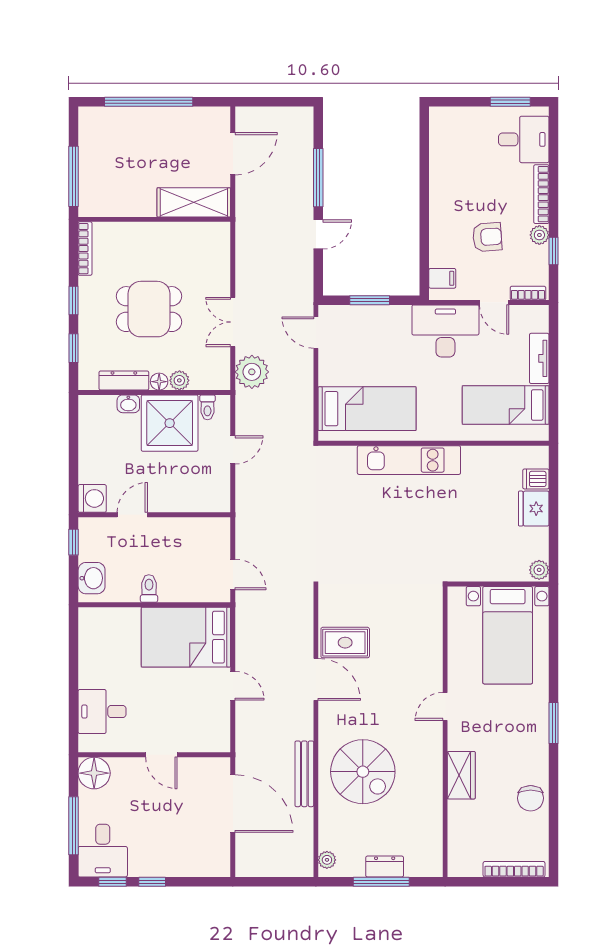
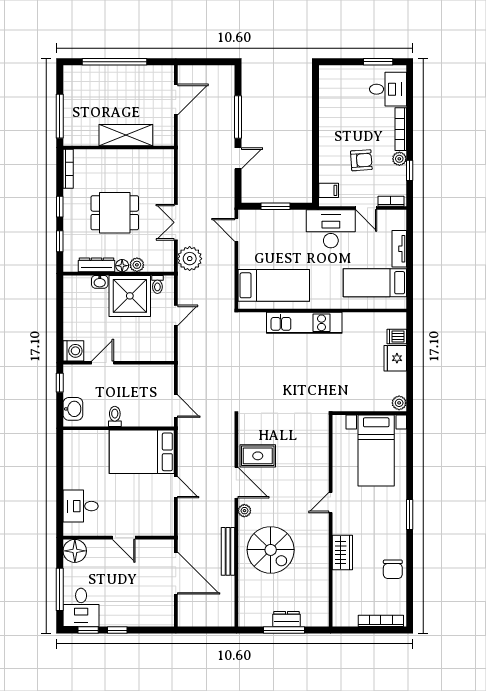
shelving: (194, 202) -> (126, 135), moved
plant: (327, 860) -> (244, 511), moved

